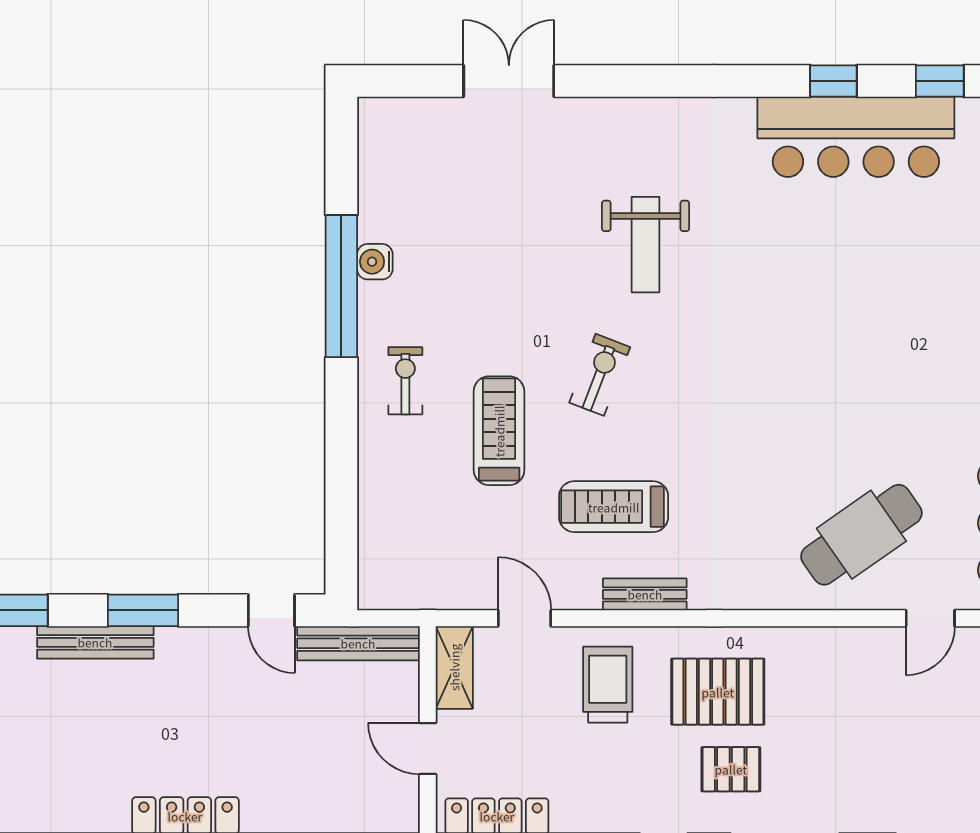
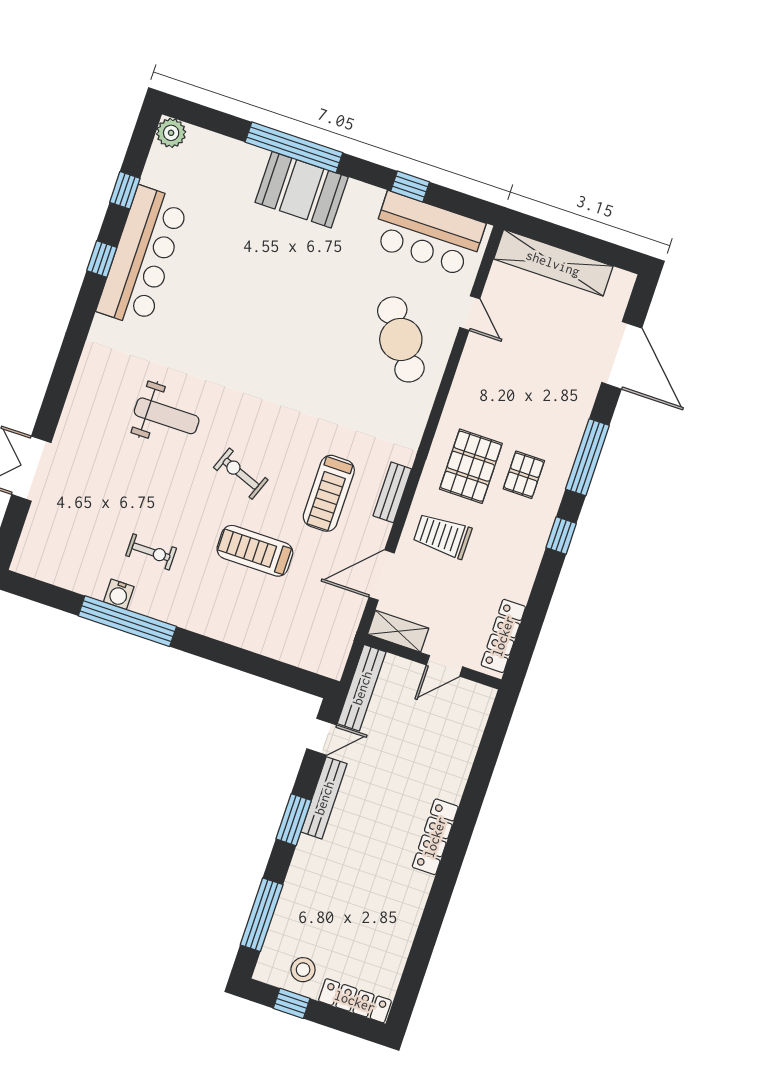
exercise bike: (405, 381) -> (151, 552), moved, turned 180
door: (524, 618) -> (382, 575), width x1.38
bench: (95, 642) -> (324, 798), moved

